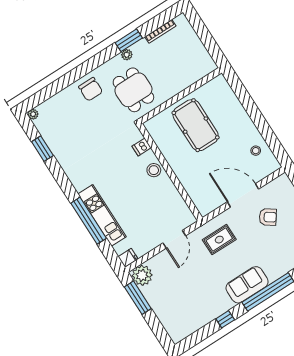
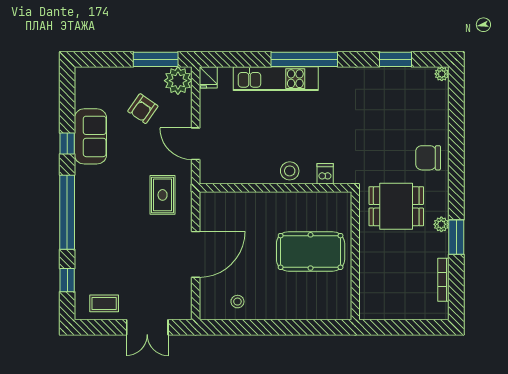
armchair: (268, 217) -> (143, 109), moved
window: (89, 221) -> (304, 59), moved
sofa: (247, 285) -> (90, 136), moved

